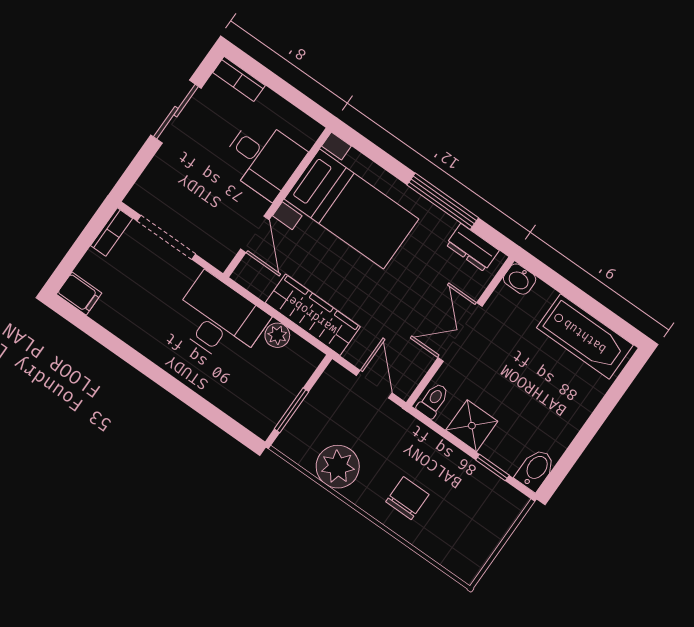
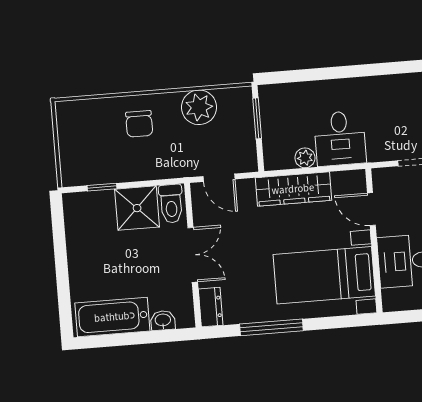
dresser: (473, 248) -> (211, 307), moved, turned 90
washbasin: (520, 279) -> (163, 320), moved
desk: (220, 319) -> (340, 138), width x0.73
toilet: (433, 401) -> (171, 204), width x1.37, depth x1.39
shower: (472, 426) -> (137, 208), width x1.36, depth x1.36
bidet: (536, 470) -> (74, 208), removed

